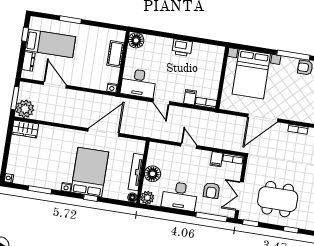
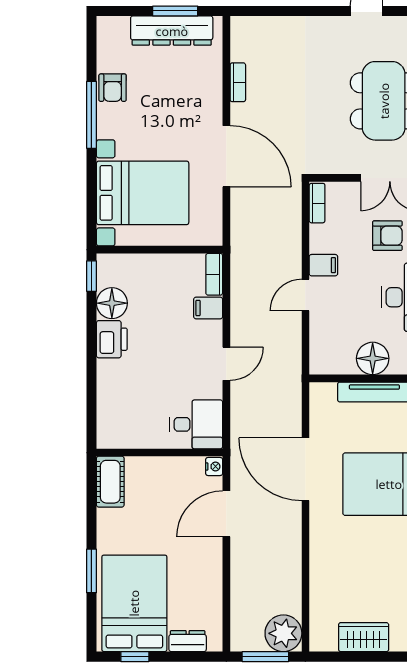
floor lamp: (136, 40) -> (112, 303), moved
window: (215, 43) -> (91, 276), added
bed: (50, 44) -> (134, 603), width x1.50
cot: (116, 54) -> (110, 482), moved, turned 90
desk: (138, 83) -> (196, 424), width x0.73
door: (55, 85) -> (226, 514), moved
wardrobe: (25, 129) -> (364, 637), moved, turned -90
filing cabinet: (216, 159) -> (323, 265), moved

